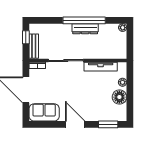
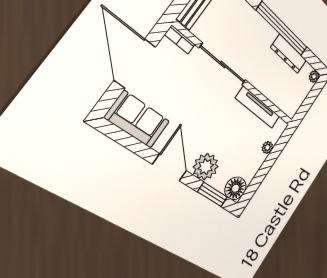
dresser: (85, 29) -> (289, 54), moved
floor lamp: (119, 97) -> (236, 188), moved
plant: (94, 113) -> (206, 167), added

